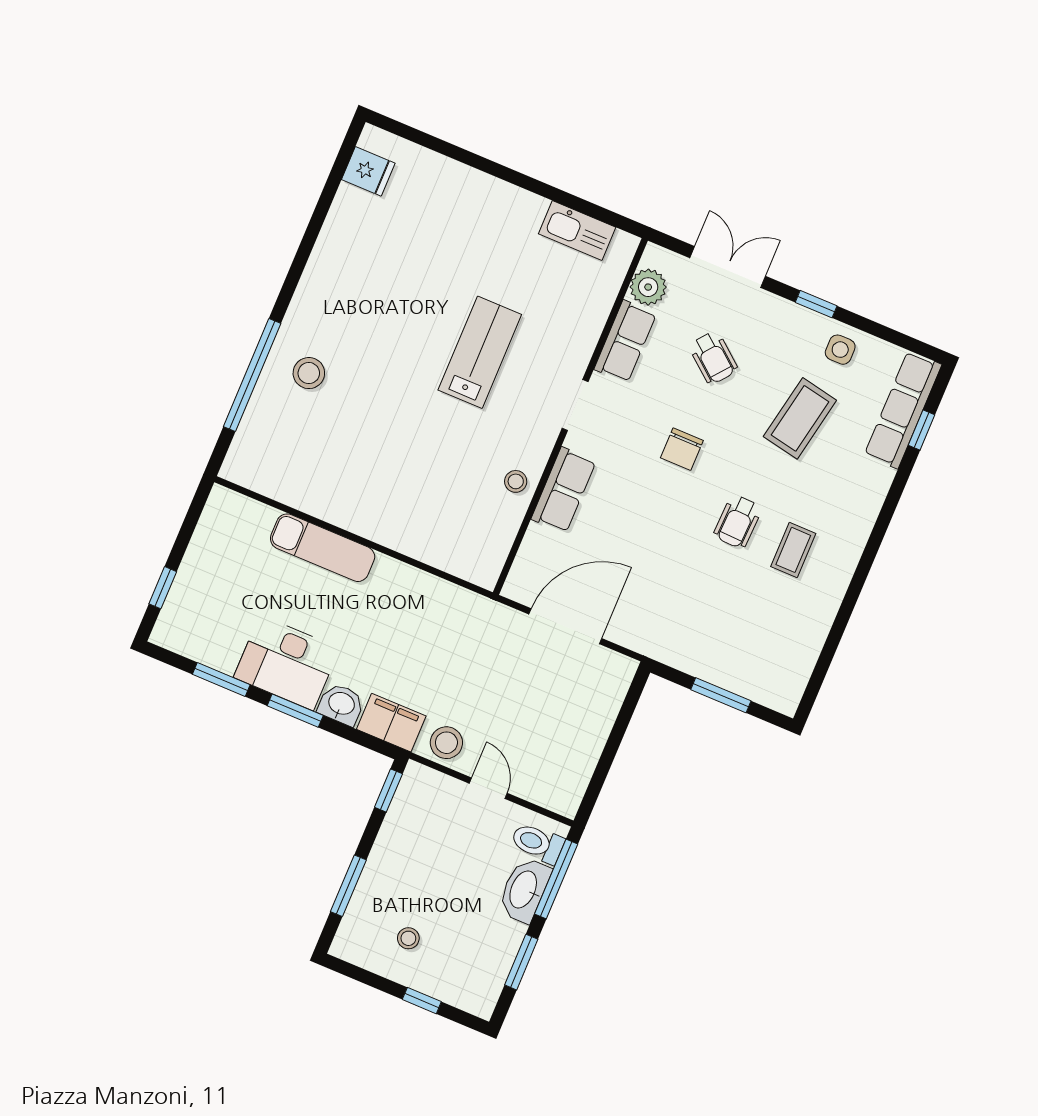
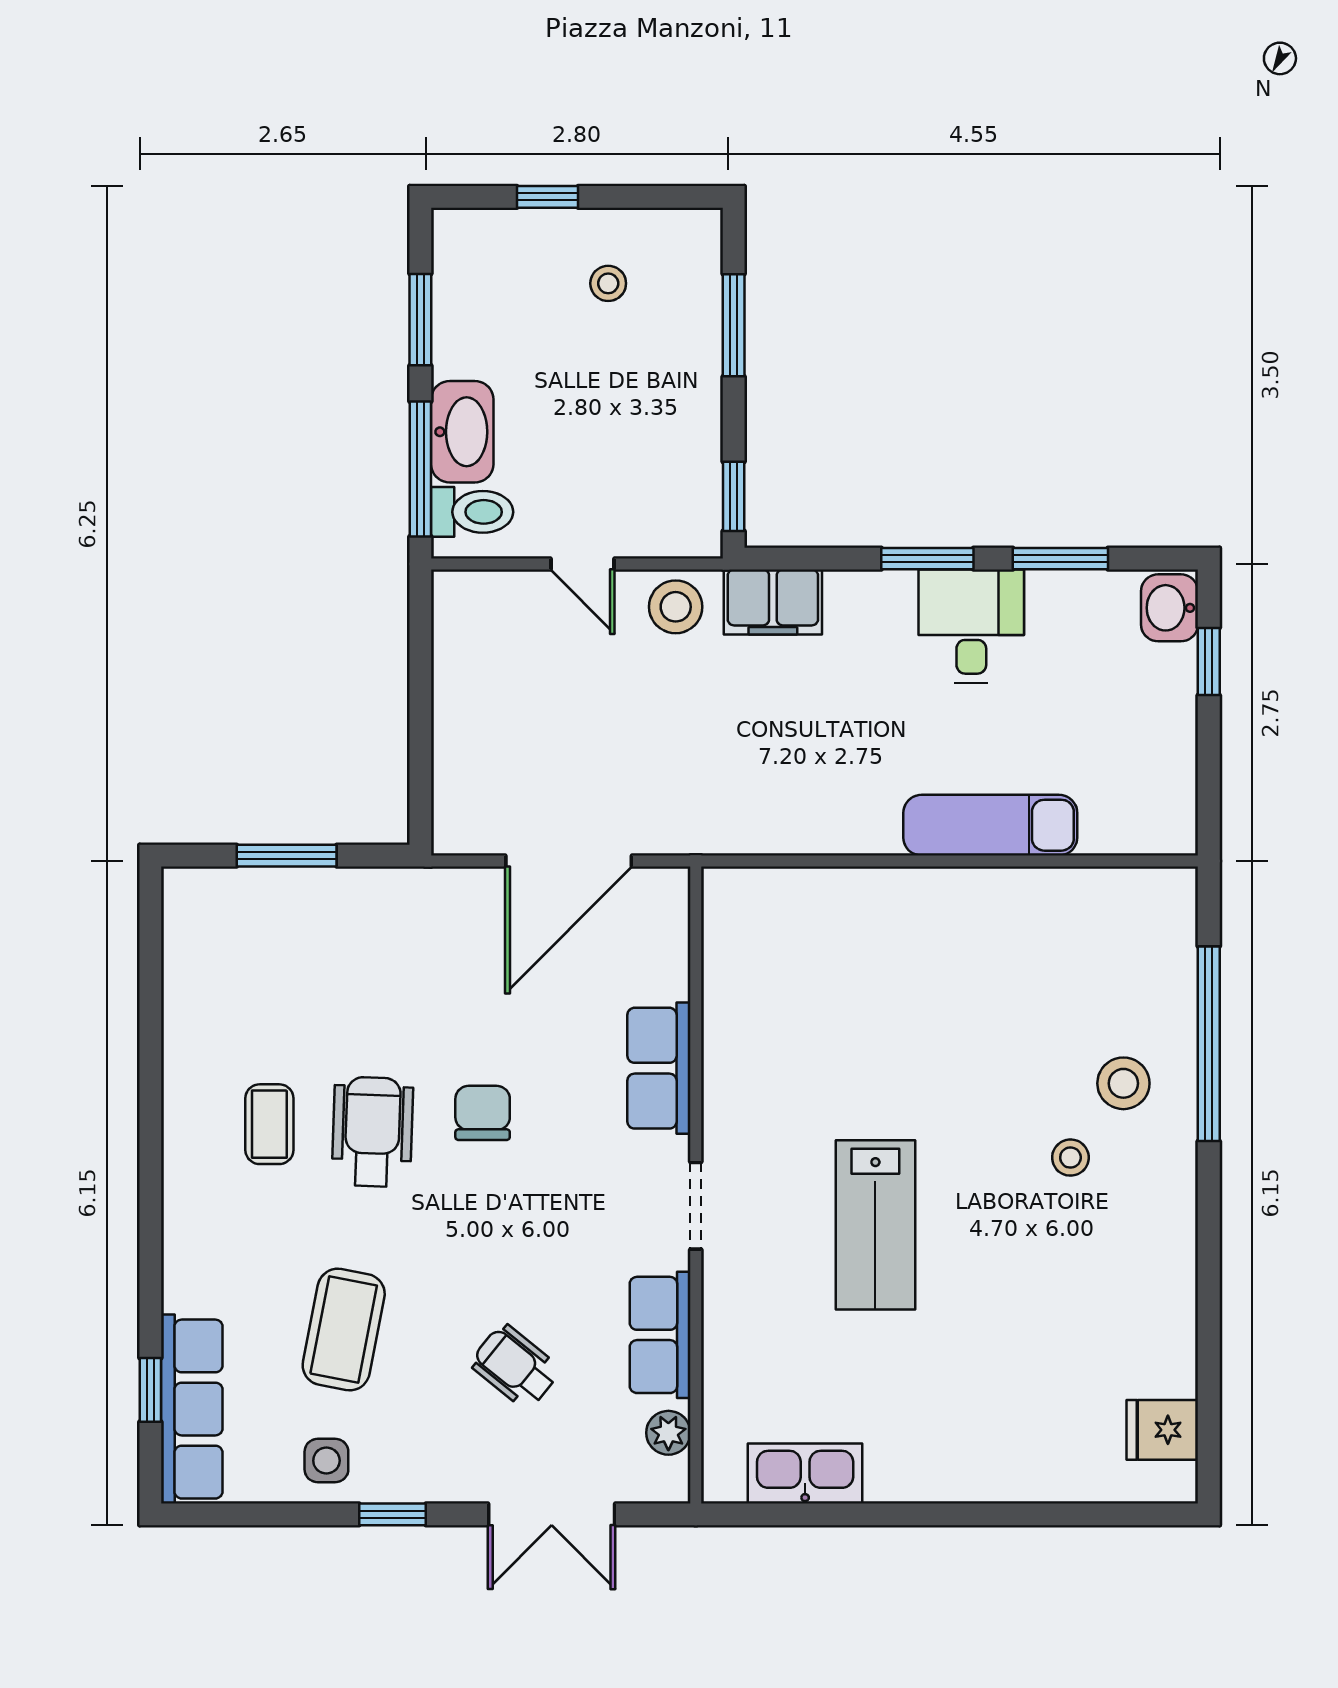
plant: (648, 287) -> (668, 1433), width x0.73, depth x0.73
chair: (682, 449) -> (483, 1113), moved
stool: (516, 481) -> (1070, 1158), moved
wheelchair: (738, 522) -> (373, 1132), width x1.36, depth x1.37
desk: (287, 663) -> (971, 626), width x0.73
washbasin: (341, 704) -> (1170, 608), moved, turned 90

